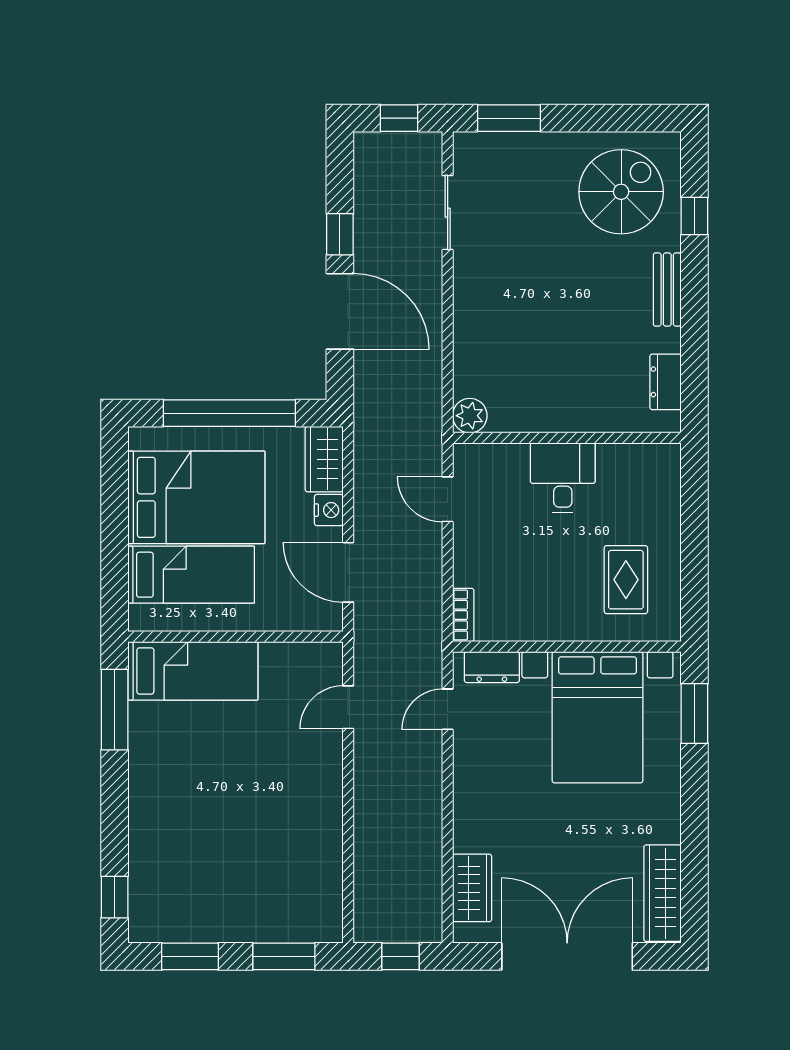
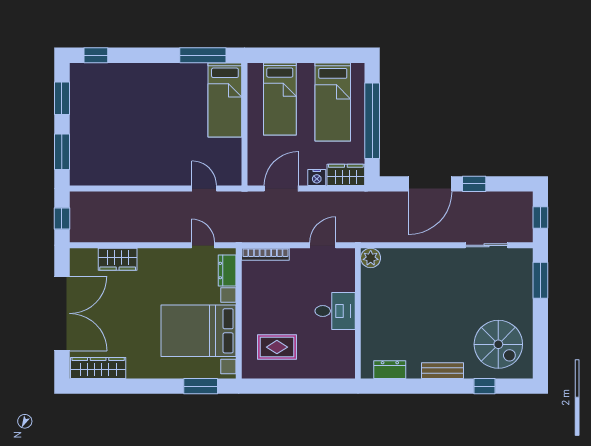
bed: (196, 497) -> (333, 102), width x0.67
bookcase: (463, 615) -> (265, 254), width x1.56
wardrobe: (472, 888) -> (118, 259), moved

